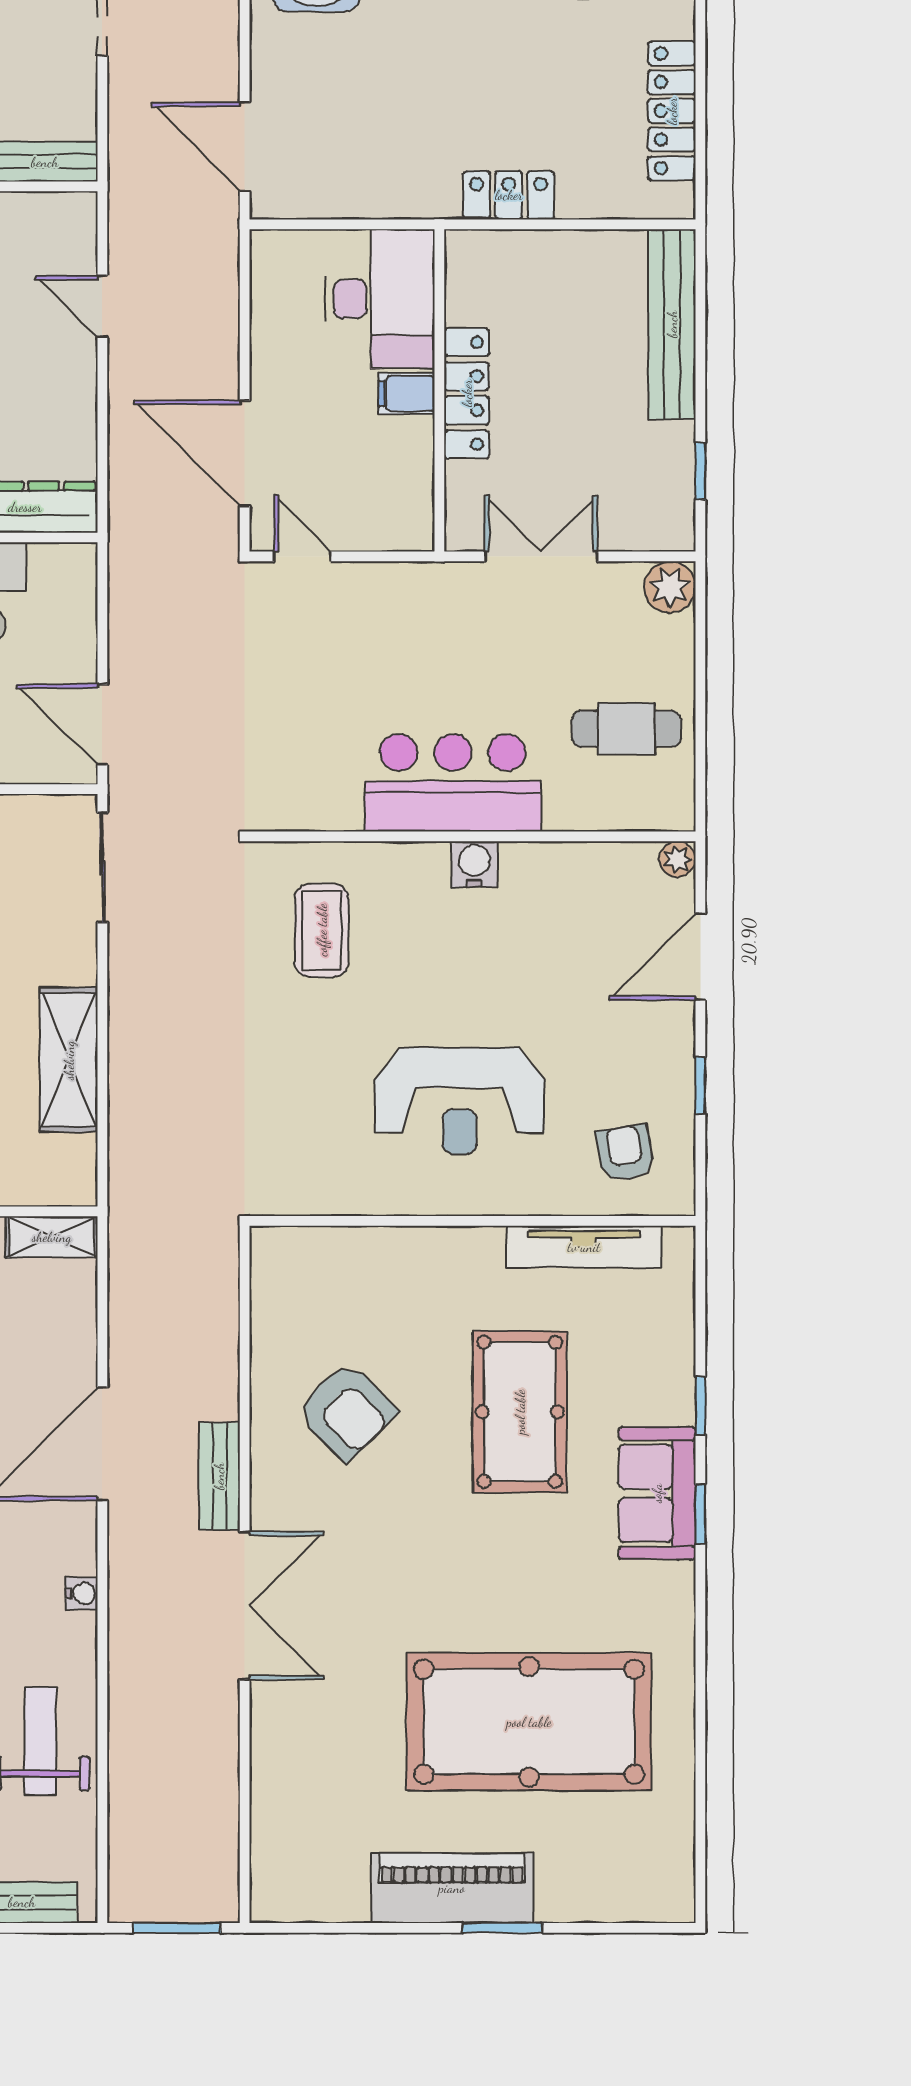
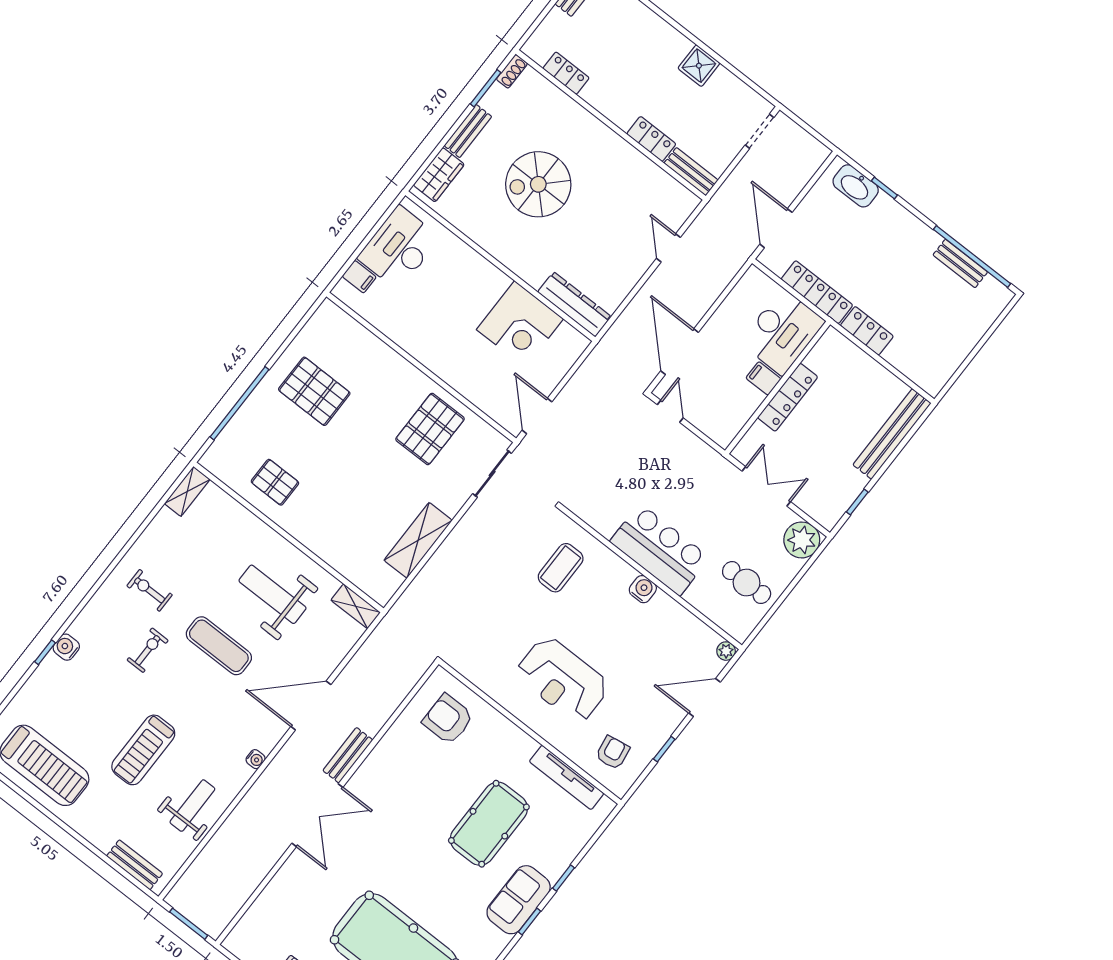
locker: (672, 111) -> (817, 292), moved, turned 90
plant: (670, 587) -> (802, 540), width x1.36, depth x1.36
armchair: (346, 1411) -> (448, 719), moved, turned 135

